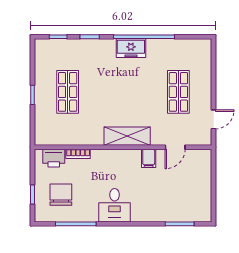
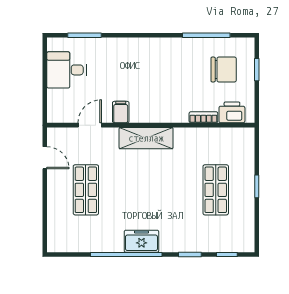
door: (214, 119) -> (45, 158), swing flipped
chair: (61, 195) -> (224, 69), turned -90
desk: (115, 205) -> (67, 70), moved, turned -90

